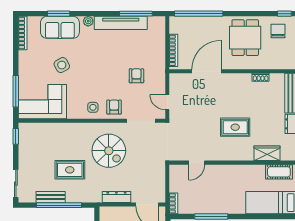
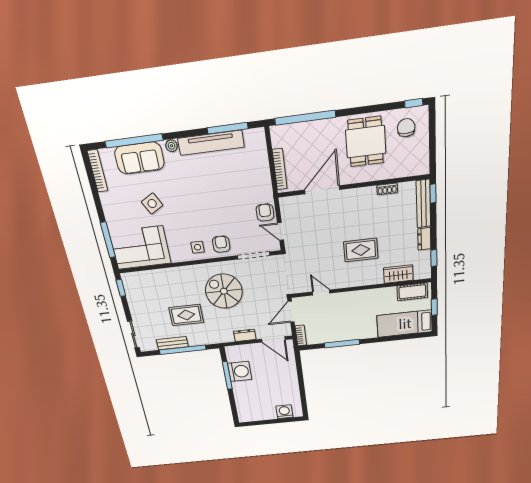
window: (59, 14) -> (134, 141), width x2.11
armchair: (136, 76) -> (265, 212), moved
spiral stairs: (109, 151) -> (224, 291), turned 180
door: (197, 163) -> (321, 292), swing flipped
door: (167, 178) -> (291, 312), added
dresser: (116, 197) -> (245, 335), width x0.70

